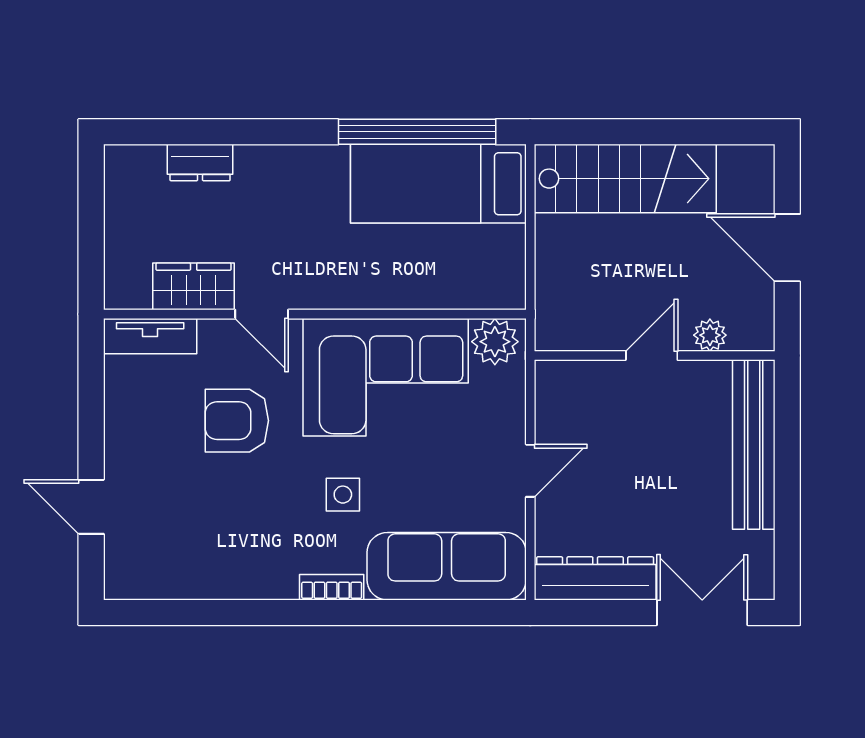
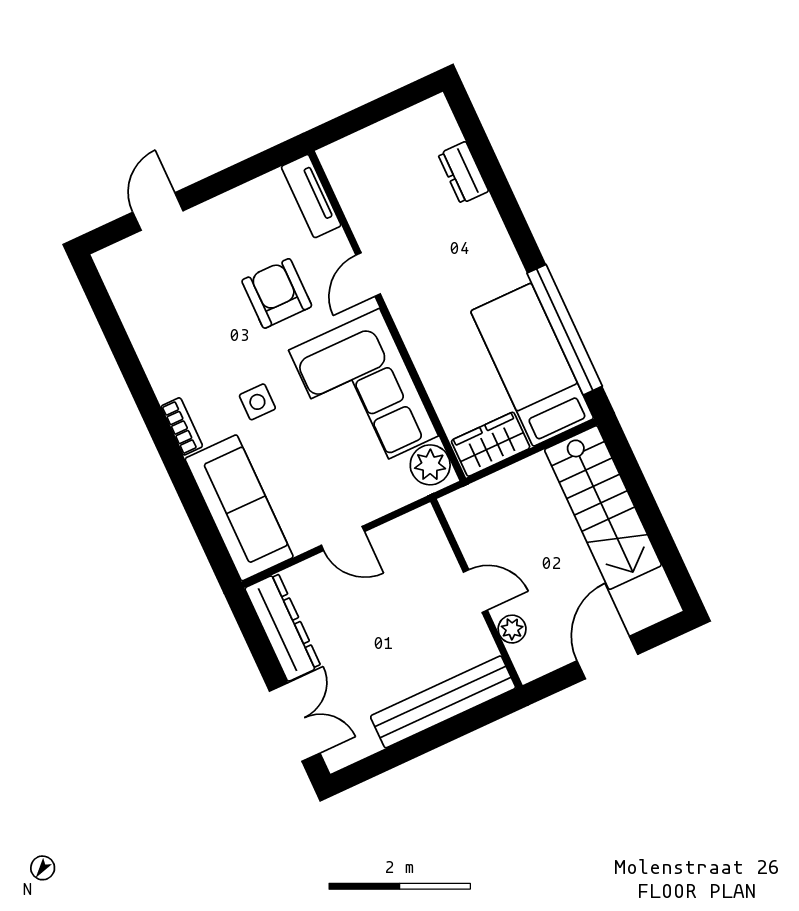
wardrobe: (194, 286) -> (491, 444), moved, turned -90

